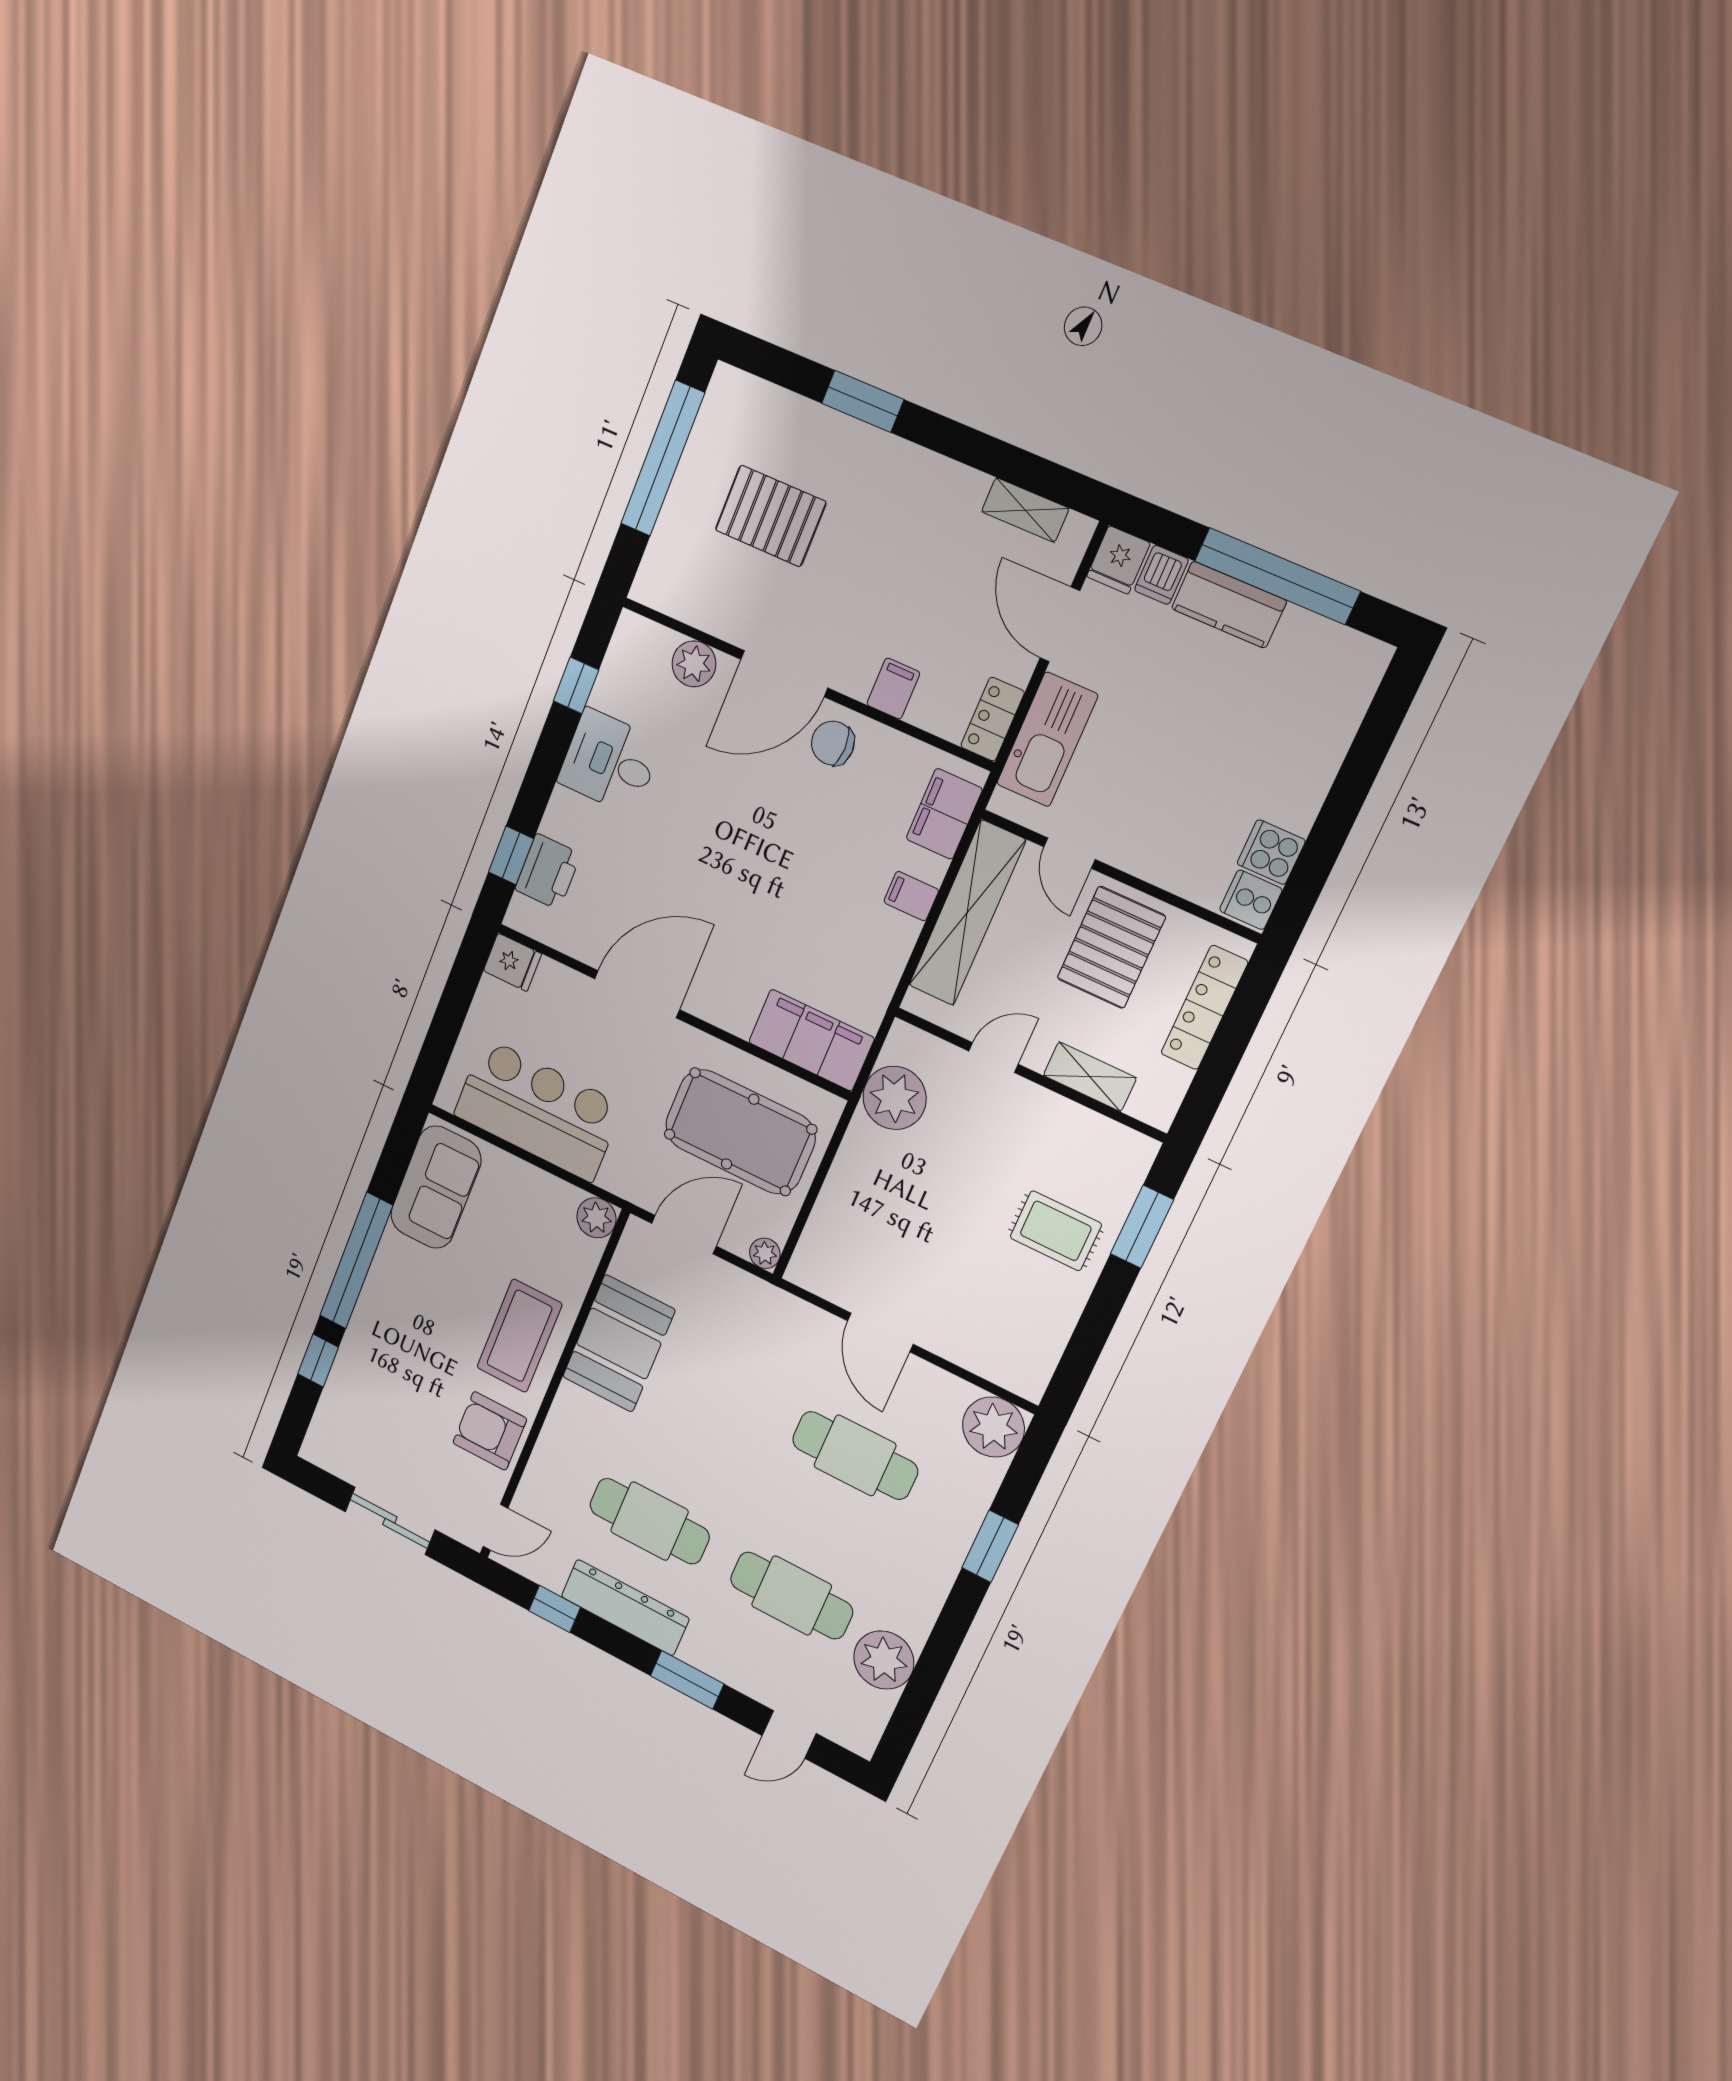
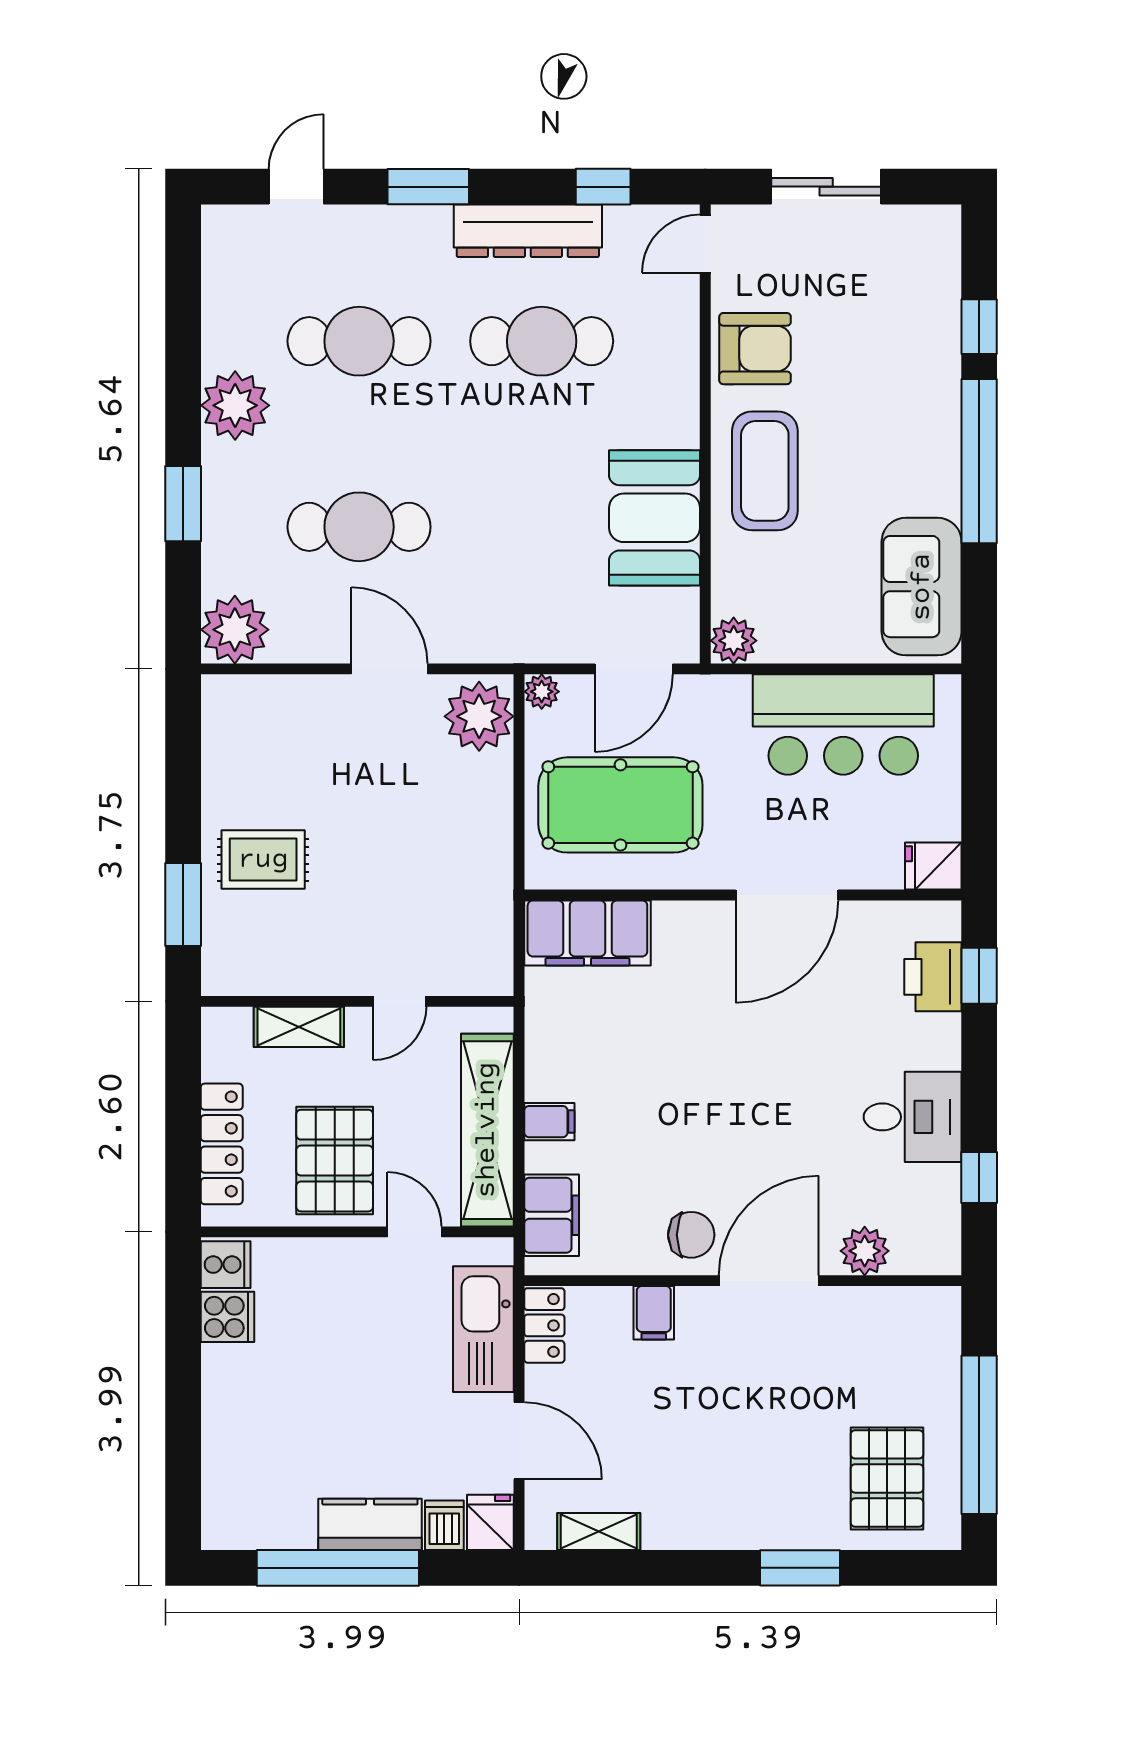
pallet: (771, 516) -> (887, 1478), moved, turned 90
plant: (895, 1098) -> (479, 716), moved
plant: (884, 1660) -> (235, 405), moved

